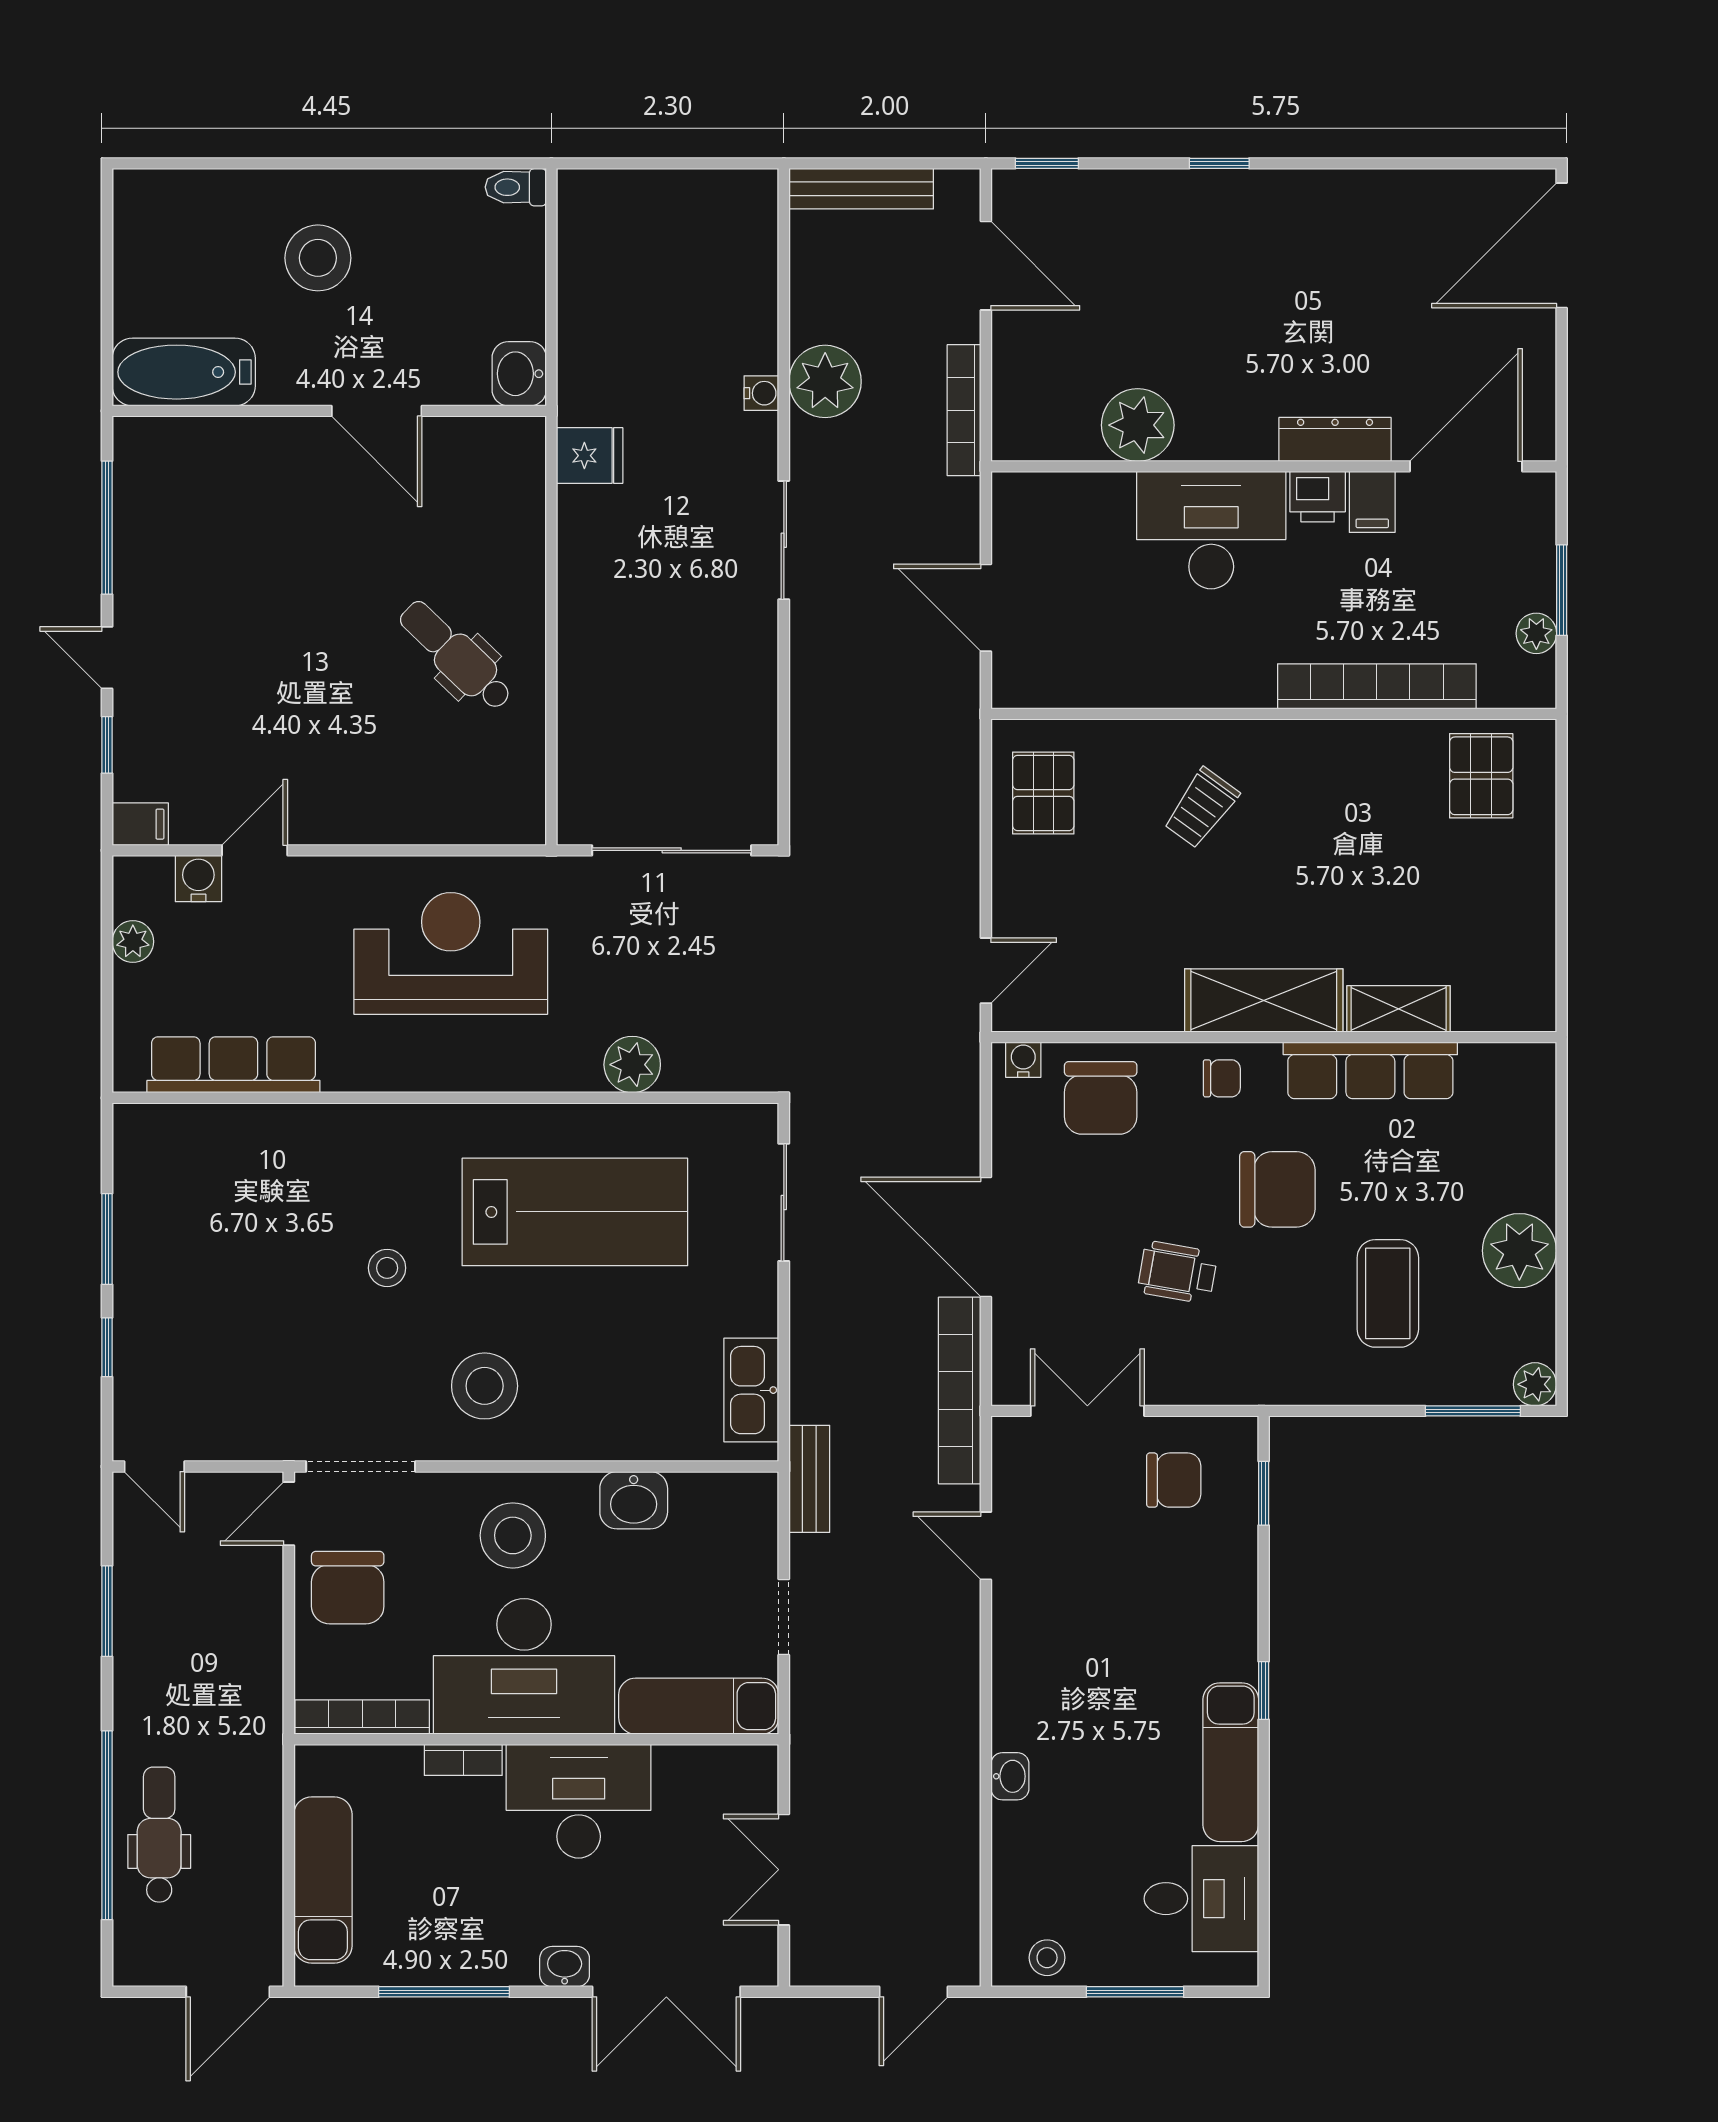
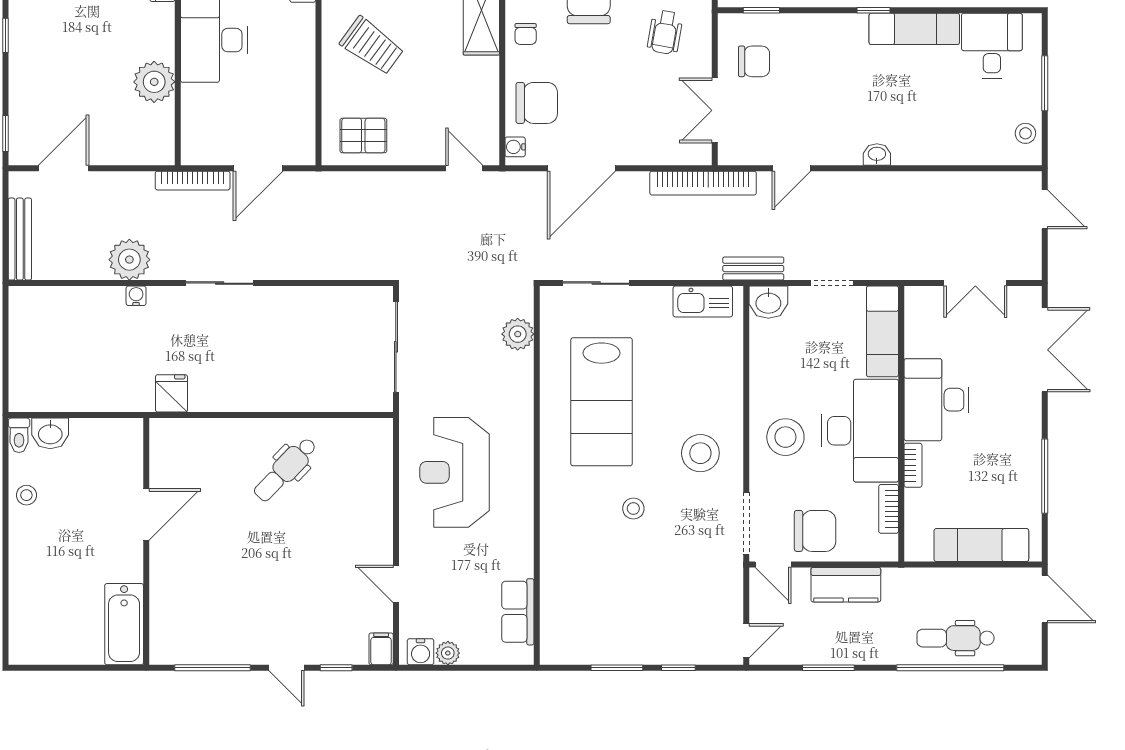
stool: (318, 258) -> (26, 495), moved, width x0.53, depth x0.53
washbasin: (519, 374) -> (50, 433), moved
bookcase: (964, 410) -> (193, 181), moved
door: (107, 658) -> (286, 668), hinge flipped
trolley: (1201, 808) -> (372, 46), width x1.36, depth x1.39
water cooler: (198, 878) -> (421, 652), moved, turned -90
row of seats: (233, 1065) -> (518, 612), width x0.68
plant: (632, 1065) -> (518, 334), moved
chair: (1222, 1078) -> (526, 34), turned 180
lab bench: (575, 1212) -> (602, 402), turned 180
door: (986, 1237) -> (581, 168), moved
wheelchair: (1177, 1272) -> (665, 32), moved
chair: (1174, 1480) -> (754, 61), turned 90
washbasin: (634, 1500) -> (768, 302), moved, turned 90
kitchen counter: (253, 1642) -> (846, 585), added
bookcase: (362, 1717) -> (889, 509), width x0.64
washbasin: (1010, 1776) -> (877, 154), moved
washbasin: (565, 1967) -> (1031, 408), removed

